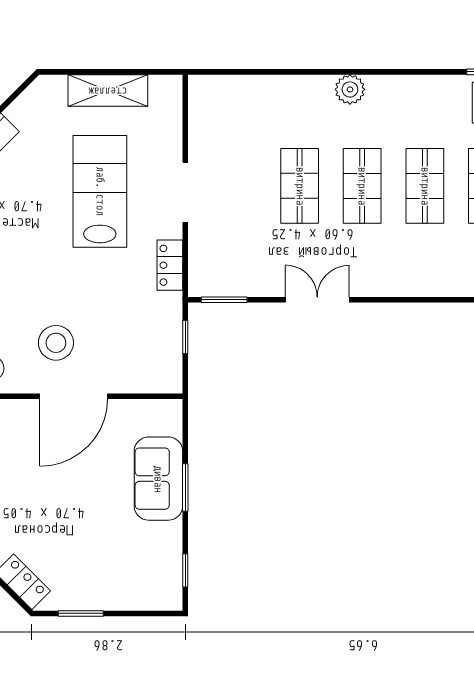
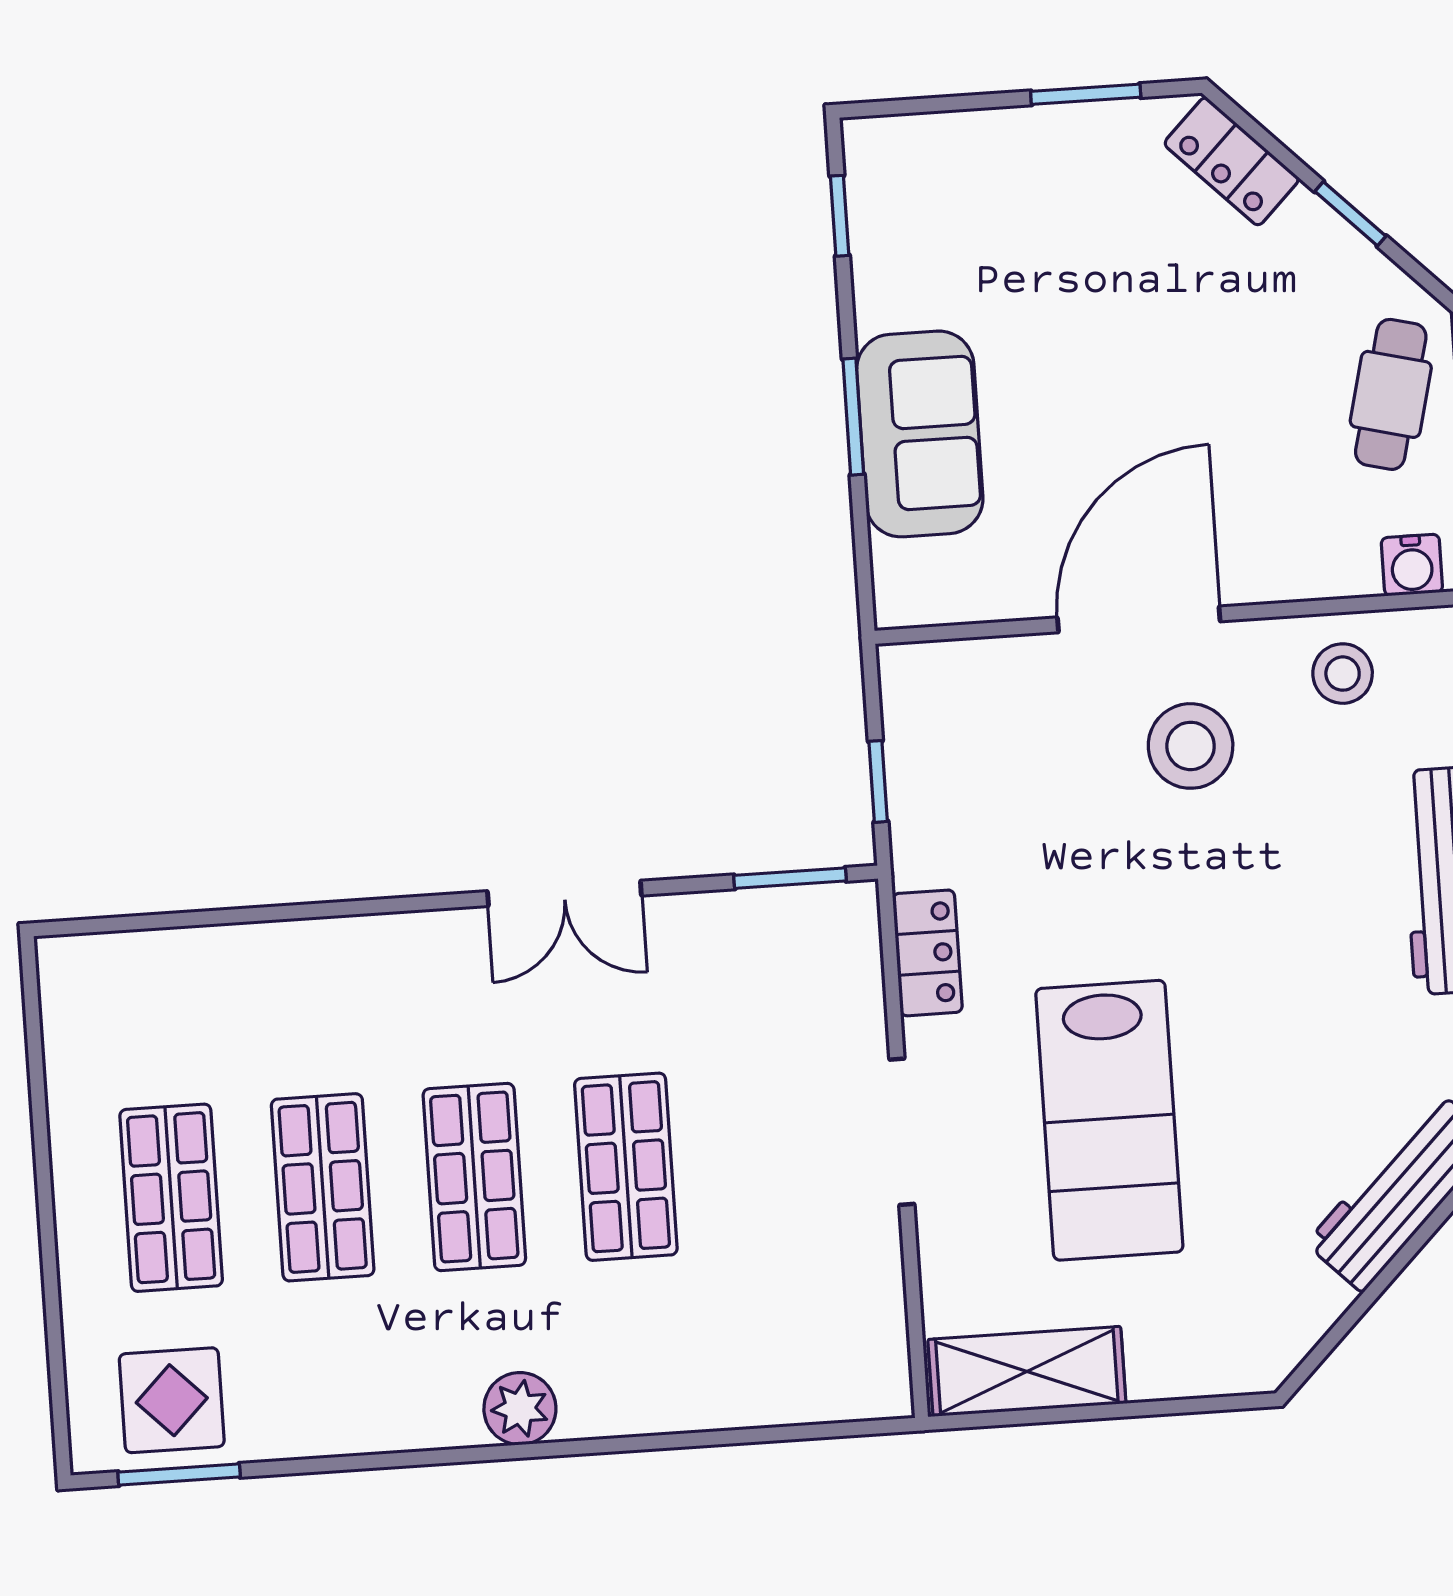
shelving: (108, 91) -> (1027, 1371), moved

